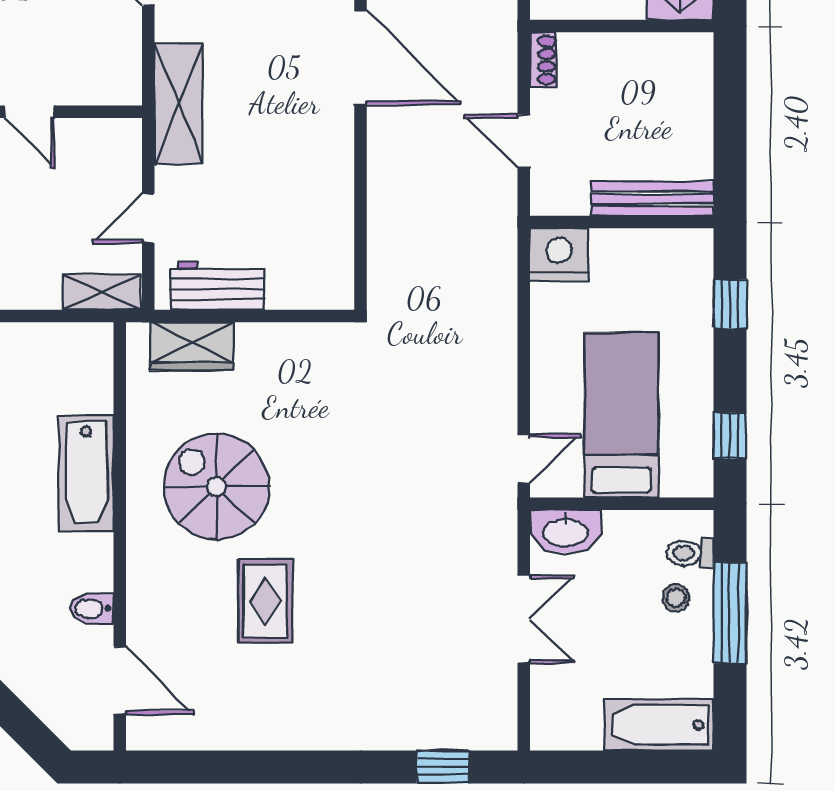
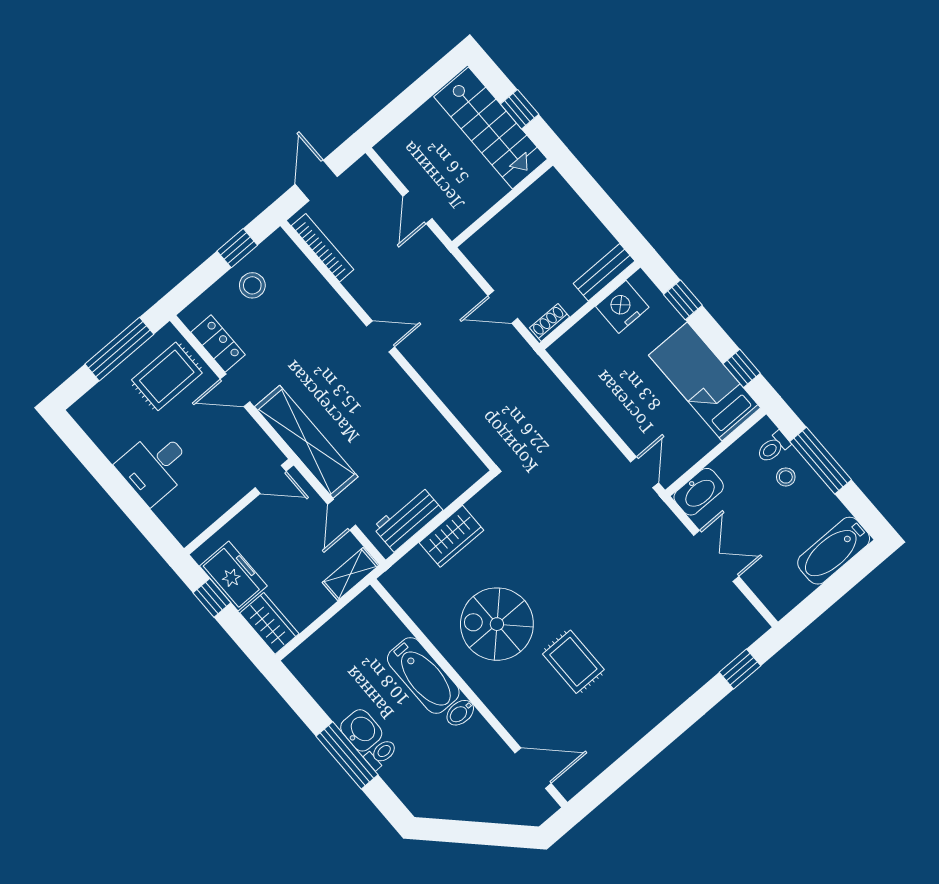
door: (361, 58) -> (381, 336), width x0.53
shoe rack: (543, 60) -> (550, 322), moved, turned -90
shelving: (178, 104) -> (306, 442), width x1.47
door: (29, 112) -> (271, 479), moved
bench: (653, 199) -> (604, 272), width x0.73
nightstand: (559, 254) -> (622, 307), moved
wardrobe: (192, 346) -> (451, 536), moved
bed: (621, 415) -> (705, 381), moved
bidet: (92, 608) -> (460, 713), moved

